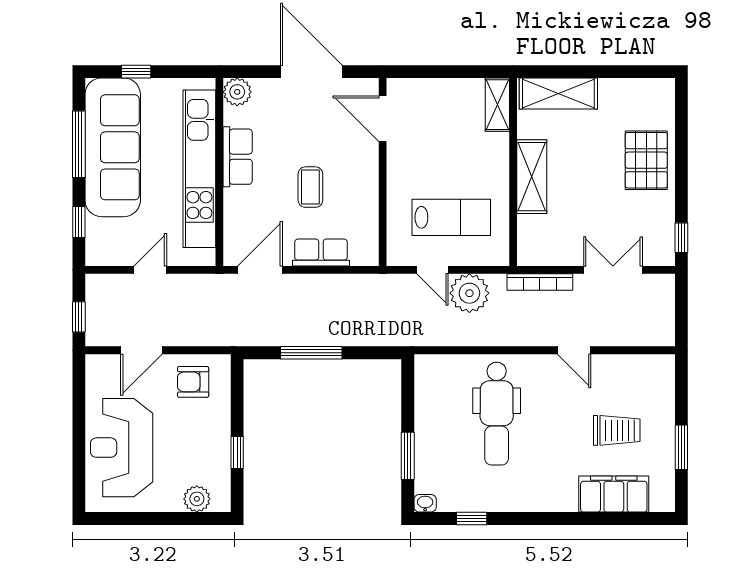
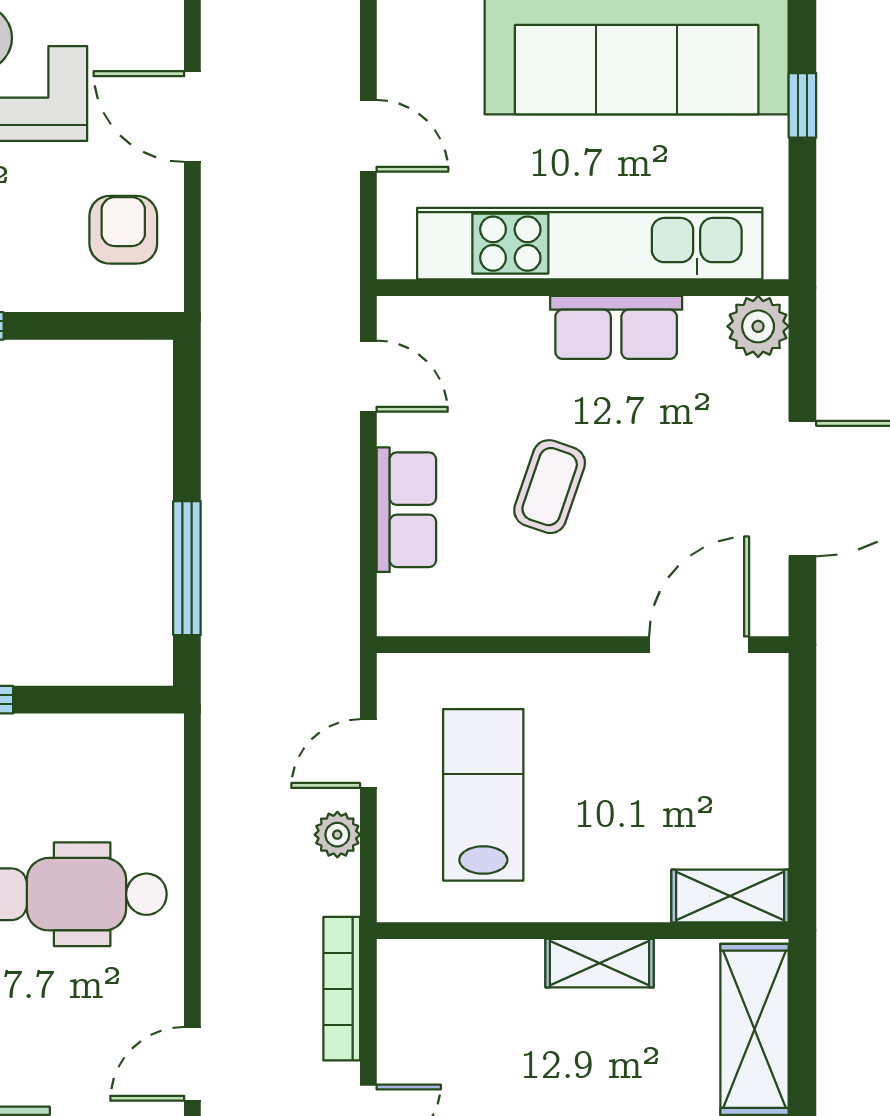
shelving: (532, 177) -> (599, 963), width x0.67, depth x0.75
coffee table: (310, 187) -> (550, 487), turned -71
lab bench: (451, 217) -> (483, 795), turned 180
door: (260, 270) -> (368, 376), width x0.73
plant: (469, 293) -> (337, 835), width x0.53, depth x0.53
window: (311, 353) -> (187, 568), moved

